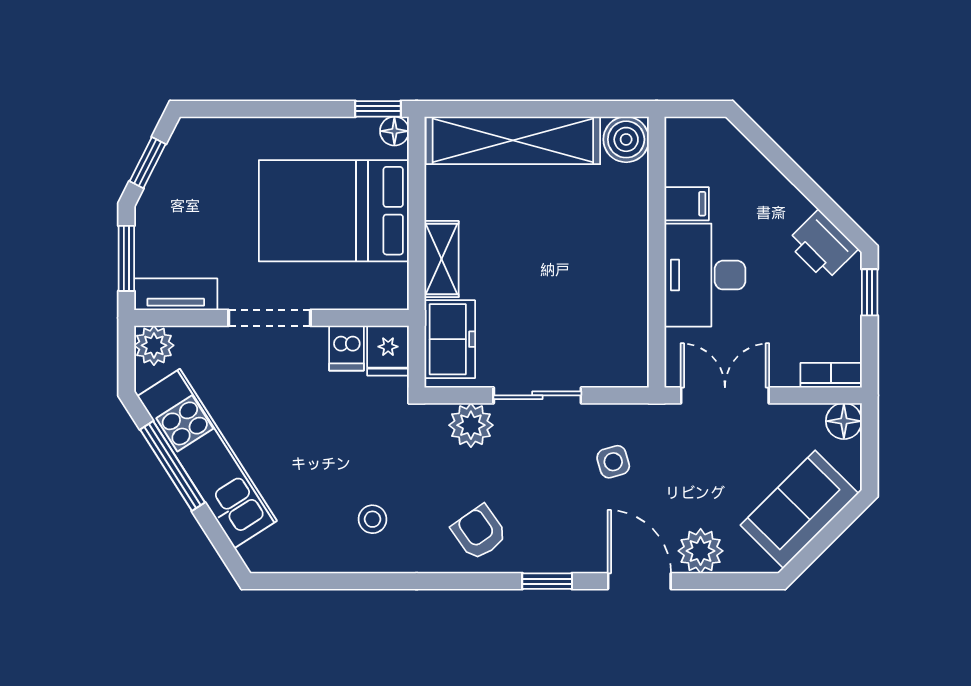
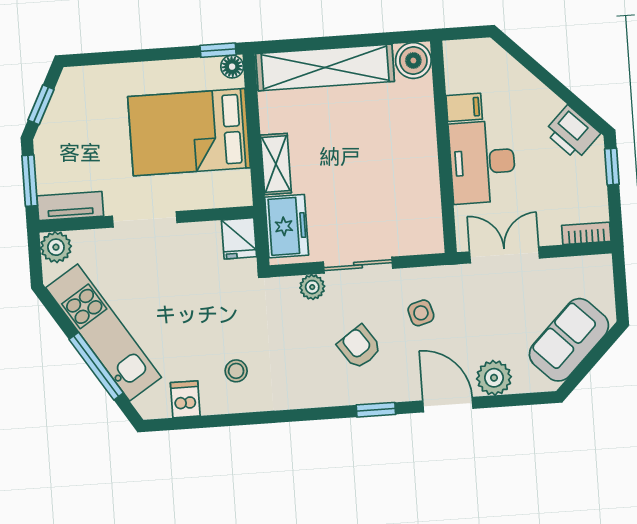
dishwasher: (347, 348) -> (185, 399), moved, turned 180
floor lamp: (844, 421) -> (599, 268), removed
plant: (471, 425) -> (312, 287), width x0.73, depth x0.73
window: (172, 466) -> (96, 366), moved
armchair: (479, 532) -> (359, 347), moved

